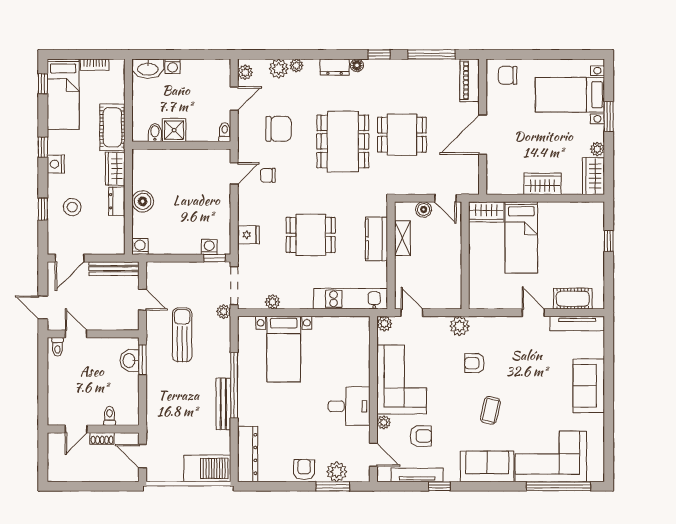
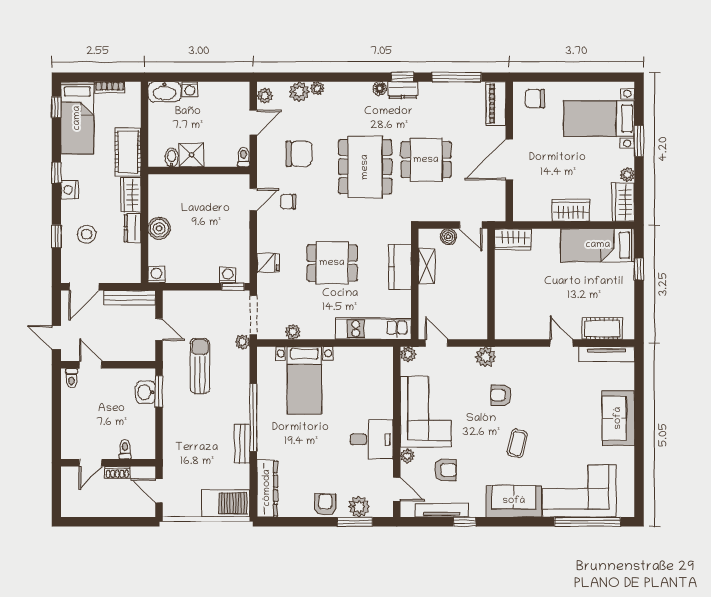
dresser: (335, 67) -> (403, 90), moved
bed: (521, 237) -> (598, 245), moved, turned 90
bench: (223, 404) -> (242, 444), width x0.73

